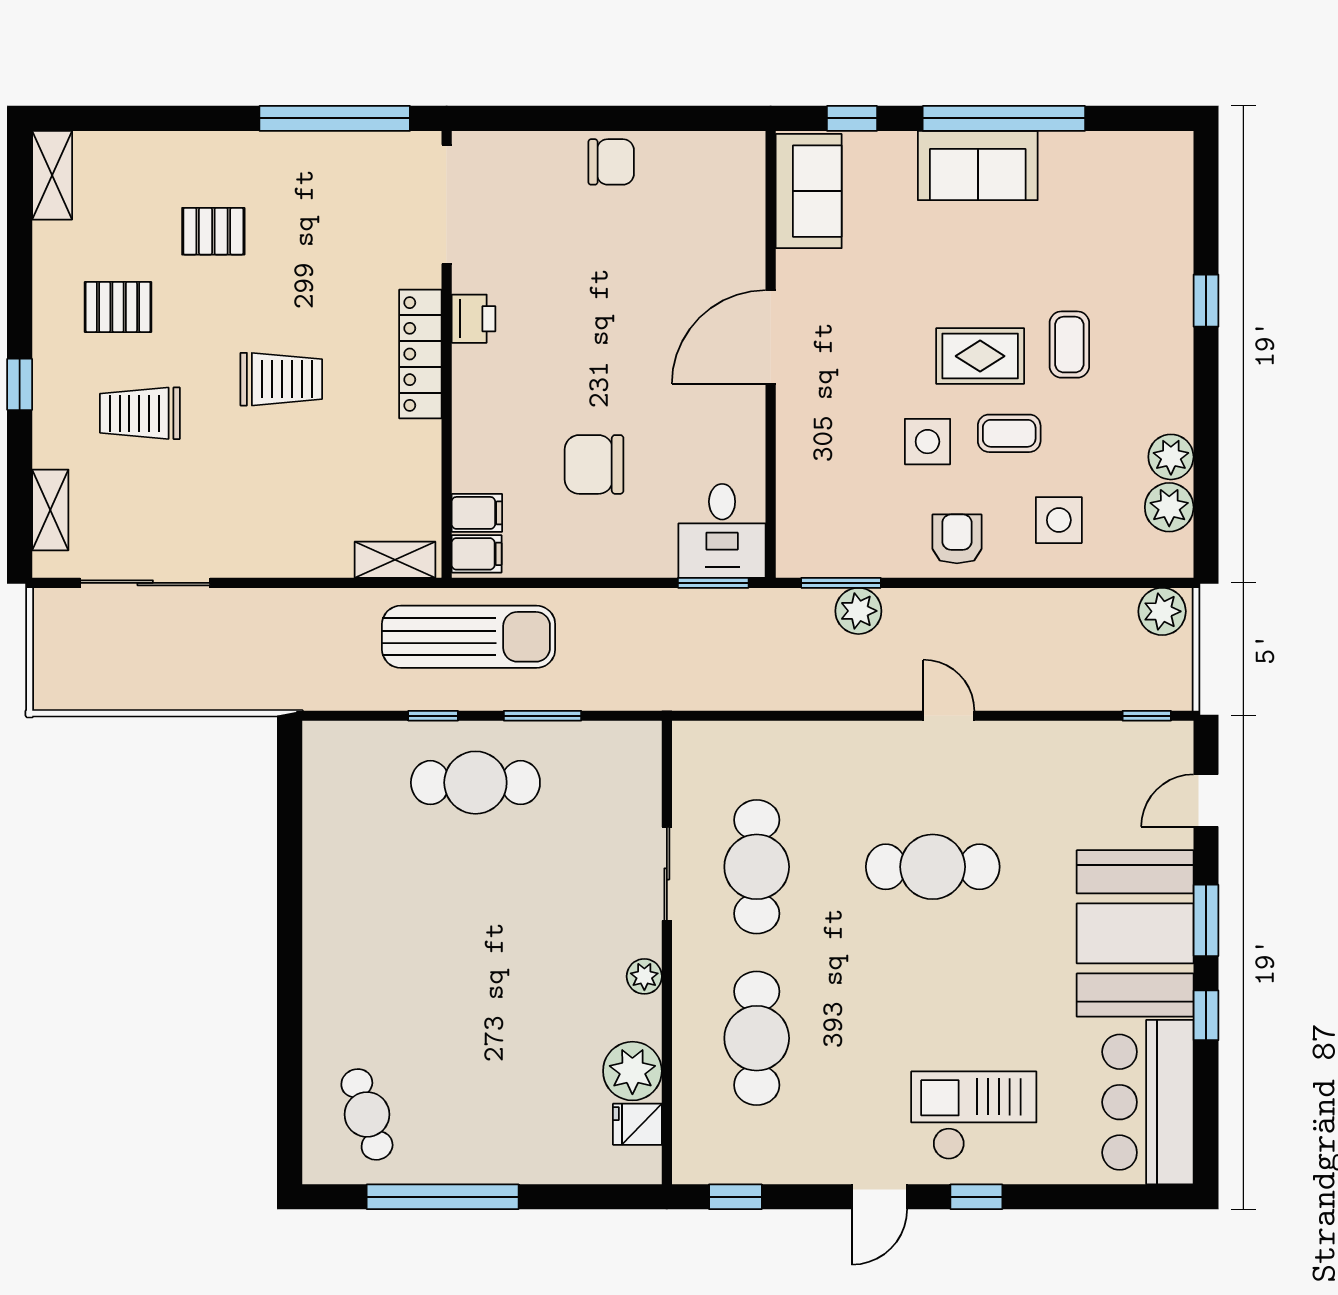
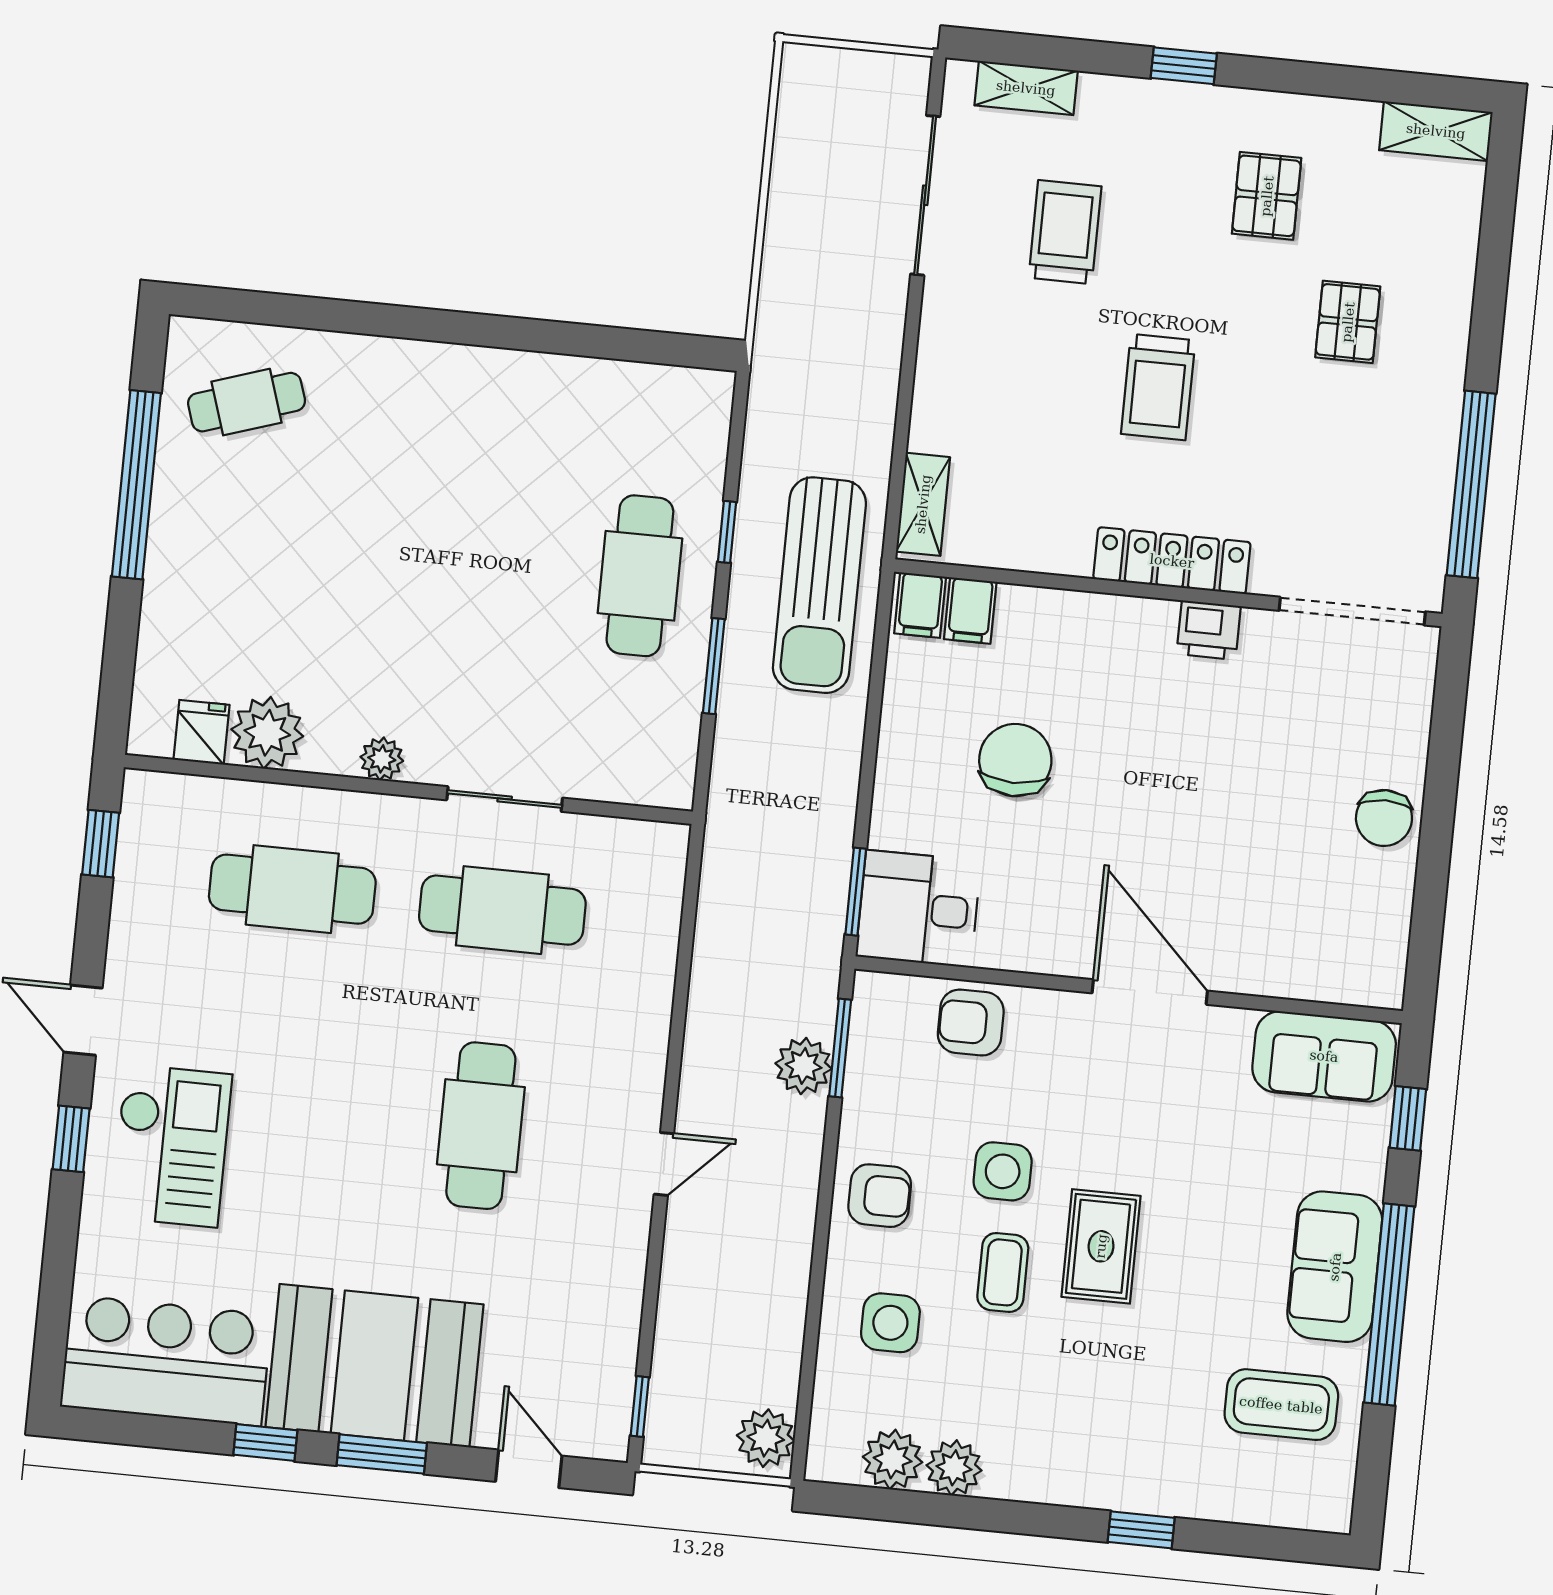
coffee table: (1069, 345) -> (1281, 1405), moved, width x1.36, depth x1.30
trolley: (140, 413) -> (1065, 232), moved
armchair: (810, 479) -> (971, 1023), added

